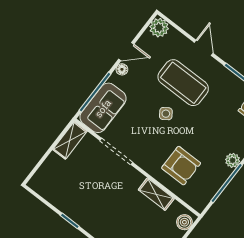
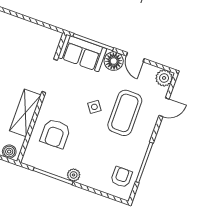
door: (204, 48) -> (164, 107), moved
floor lamp: (122, 69) -> (114, 61), width x1.89, depth x1.89
shelving: (70, 140) -> (46, 34), removed
shelving: (156, 194) -> (25, 113), width x1.50, depth x1.33

